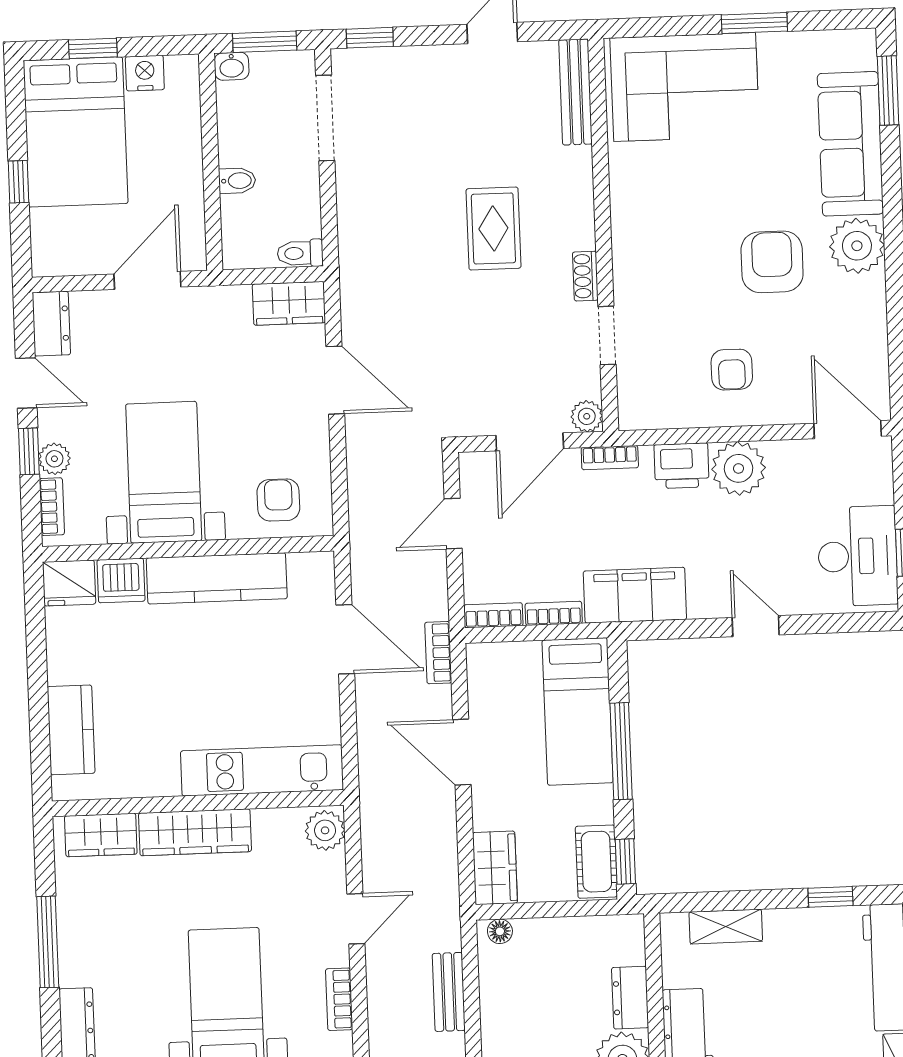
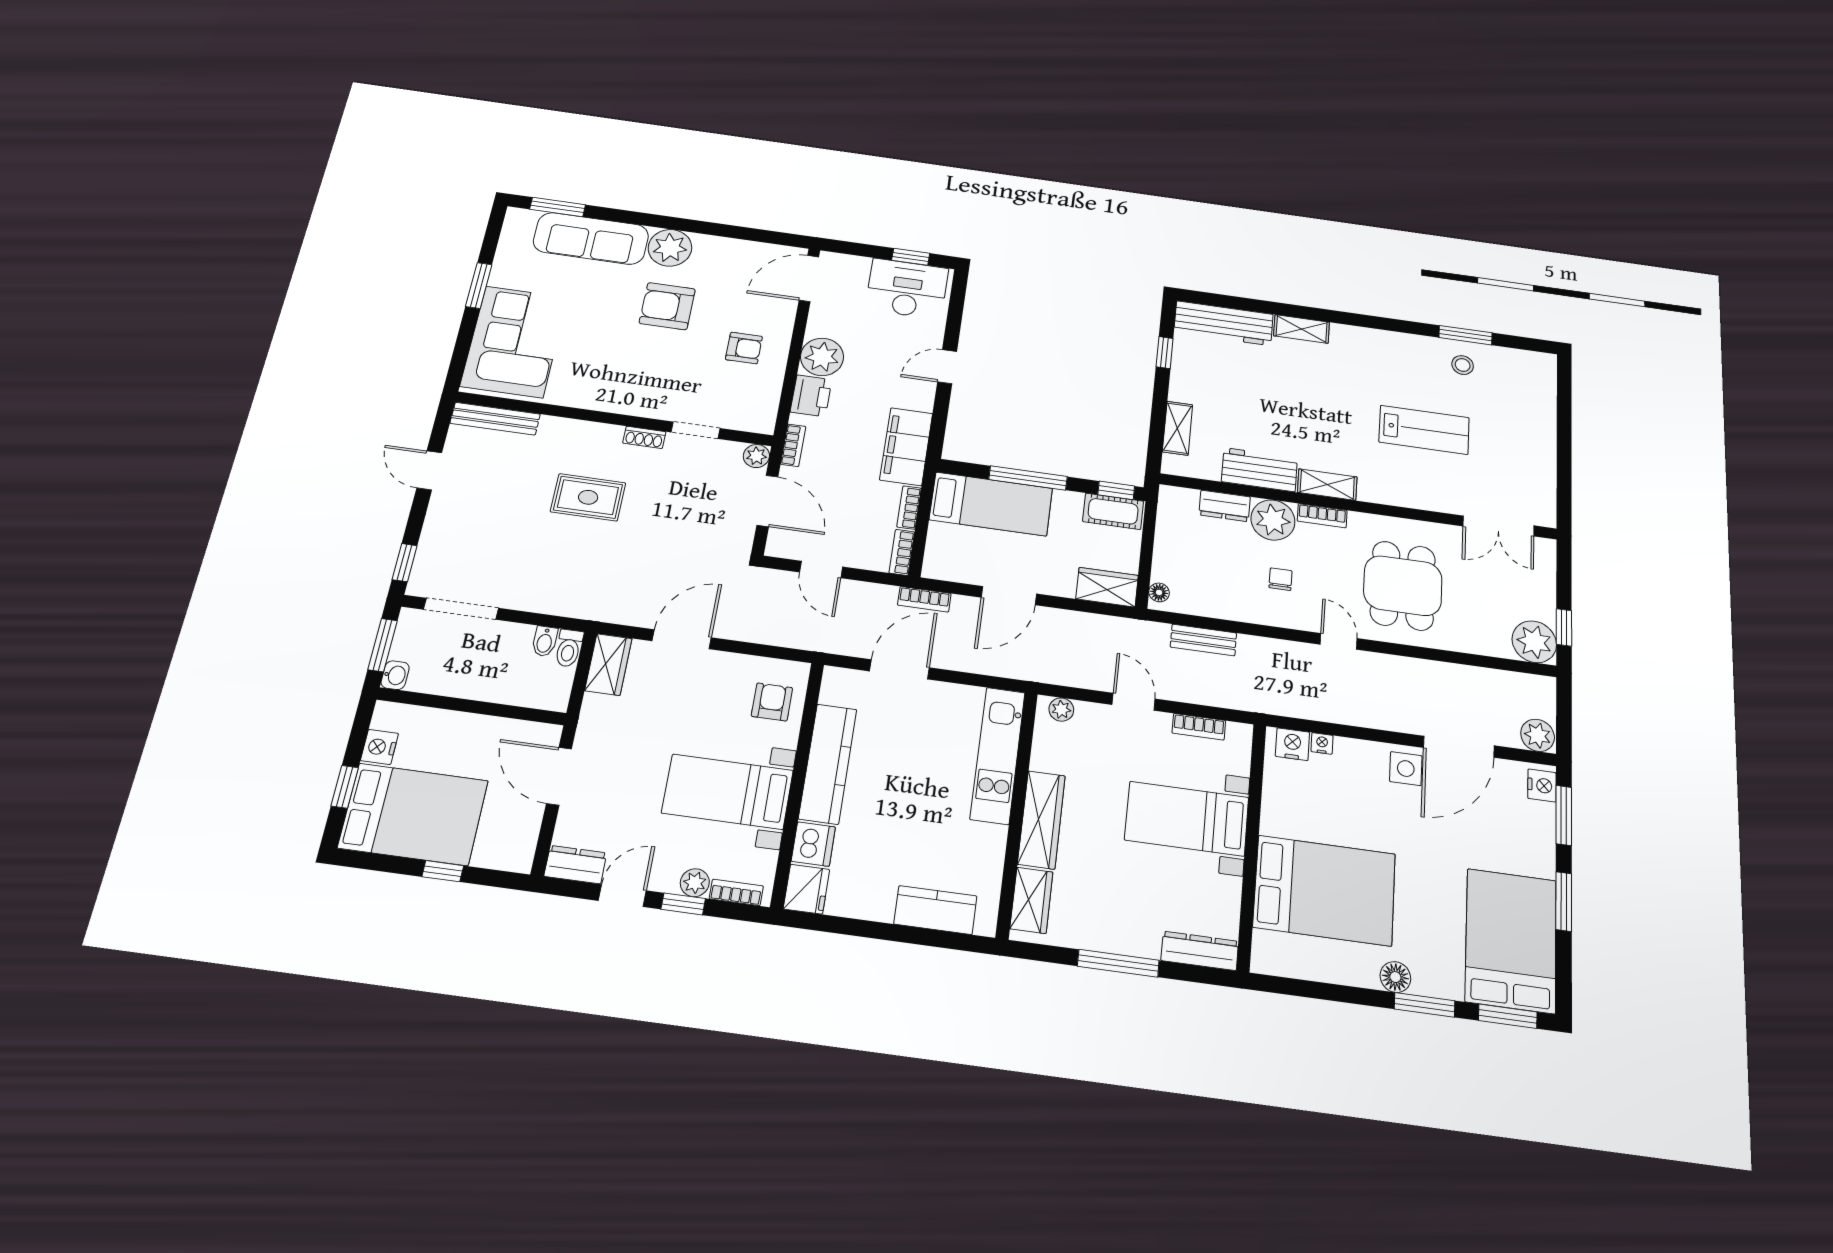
bidet: (237, 181) -> (545, 641), moved, turned 180
armchair: (278, 500) -> (772, 702), turned 90
plant: (325, 830) -> (1061, 710), width x0.73, depth x0.73

